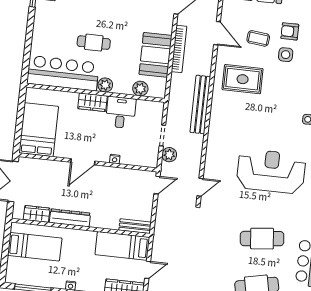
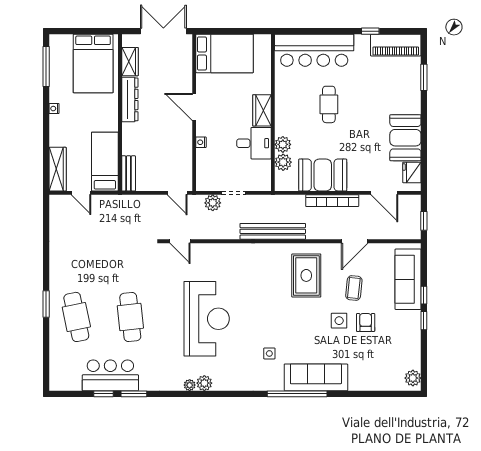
bar counter: (63, 73) -> (314, 50), moved, turned 90
plant: (105, 85) -> (283, 144), moved
bed: (35, 247) -> (93, 64), width x1.50

